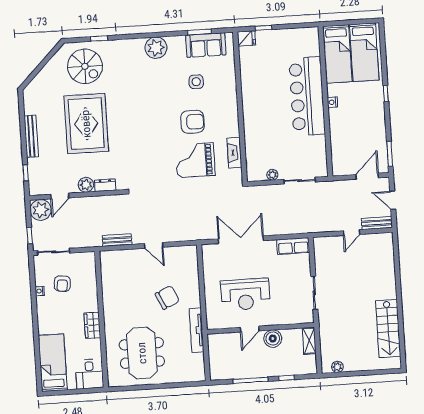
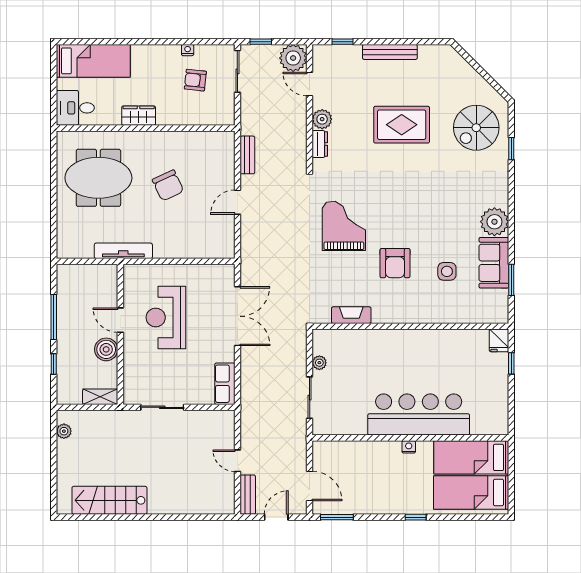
sofa: (206, 45) -> (494, 263), moved
rug: (86, 124) -> (402, 125), width x0.73, depth x0.69
grand piano: (195, 160) -> (344, 226), moved
chair: (167, 297) -> (168, 185), moved

